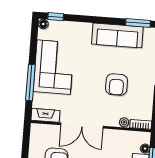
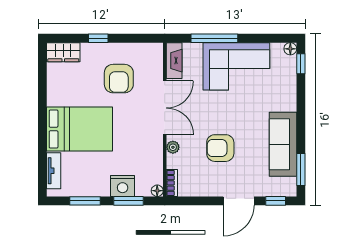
plant: (124, 122) -> (173, 147), moved
double door: (82, 125) -> (165, 108), swing flipped
floor lamp: (145, 149) -> (157, 191), moved

